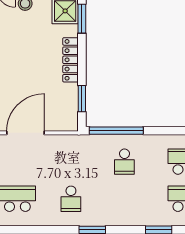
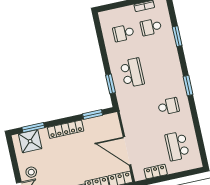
window: (116, 131) -> (111, 84), width x0.47
school desk: (124, 162) -> (132, 73), width x1.85

